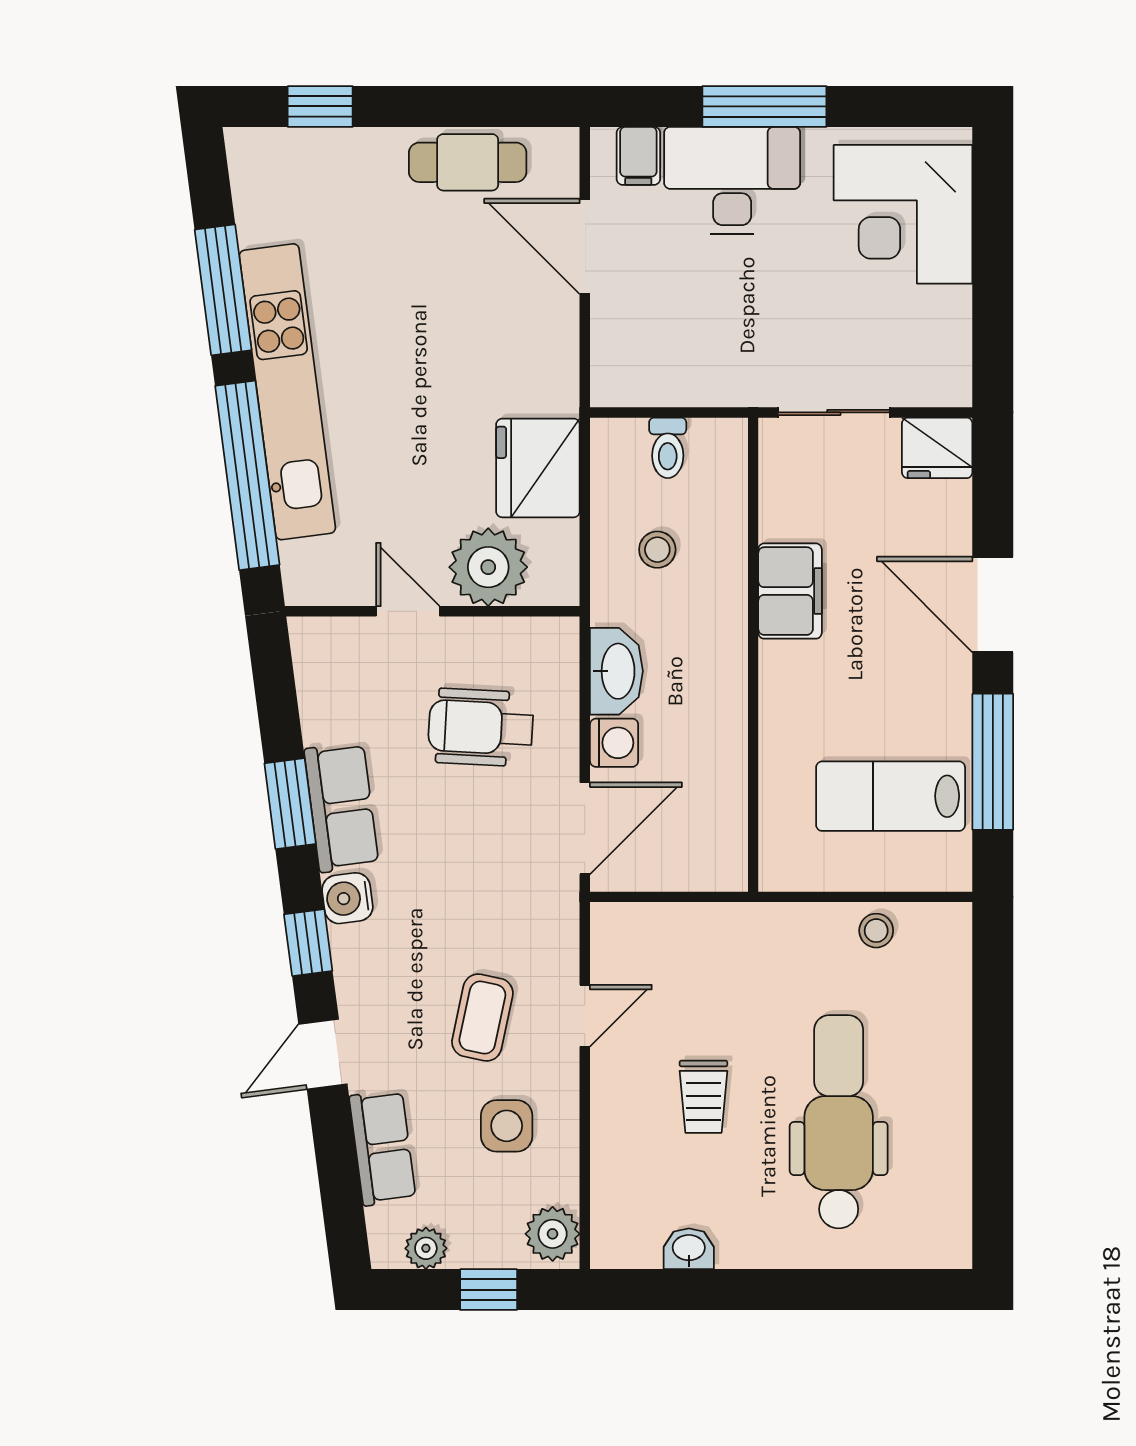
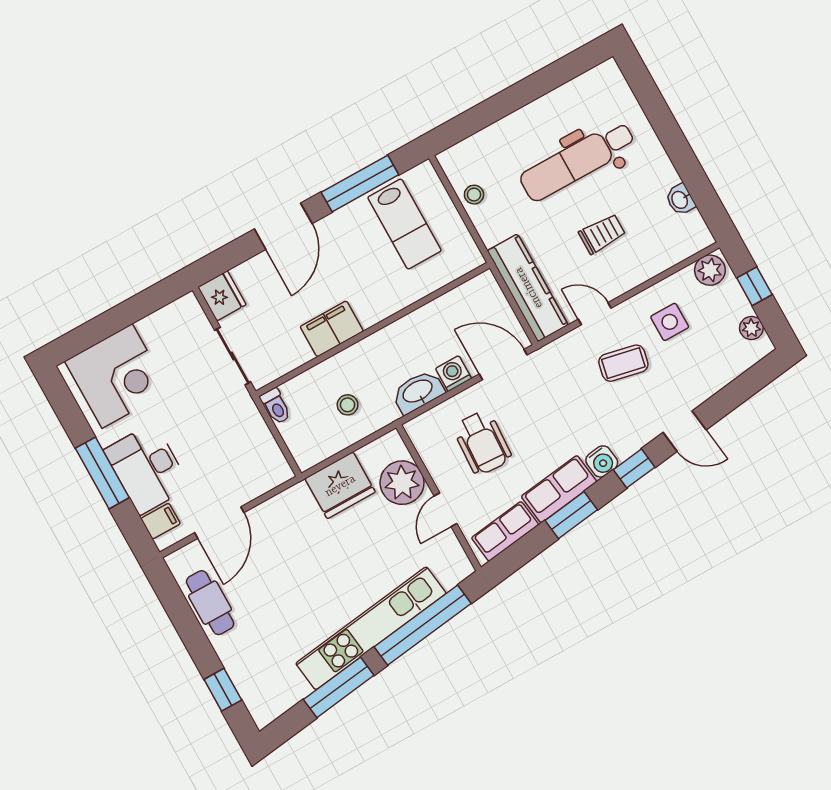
toilet: (668, 448) -> (276, 406), moved, turned 90
kitchen counter: (684, 933) -> (528, 288), added
row of seats: (382, 1148) -> (505, 531), moved

